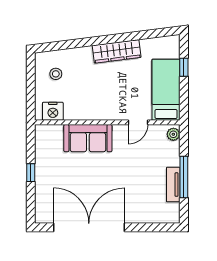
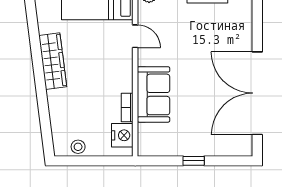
stool: (56, 74) -> (78, 147), moved
bookcase: (77, 116) -> (127, 107), added

